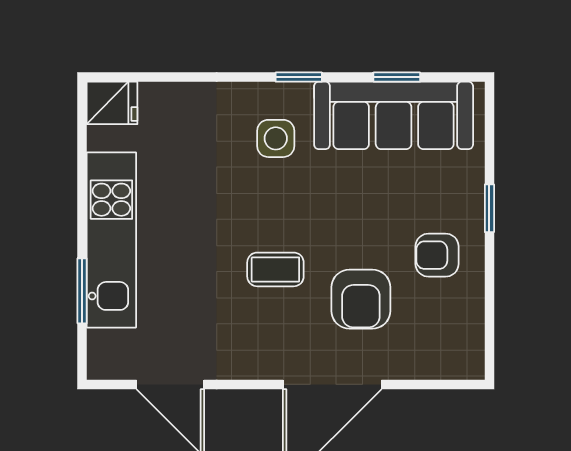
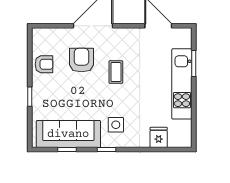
fridge: (112, 103) -> (159, 137), moved, turned 90
armchair: (437, 255) -> (44, 64), moved
coffee table: (275, 269) -> (116, 72), turned 90

